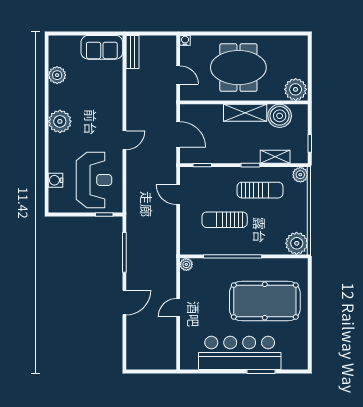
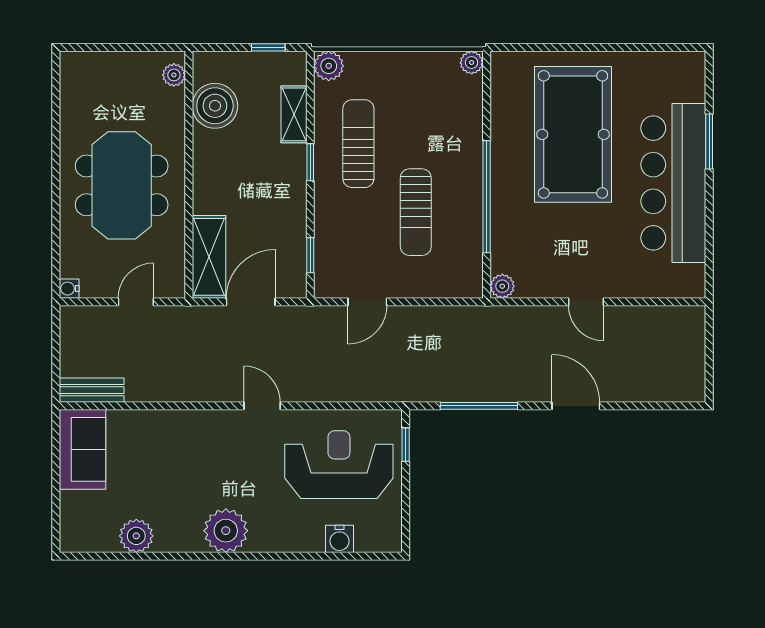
plant: (296, 89) -> (174, 75), width x0.53, depth x0.53
shelving: (245, 113) -> (209, 257), moved
plant: (297, 243) -> (472, 63), width x0.53, depth x0.53

